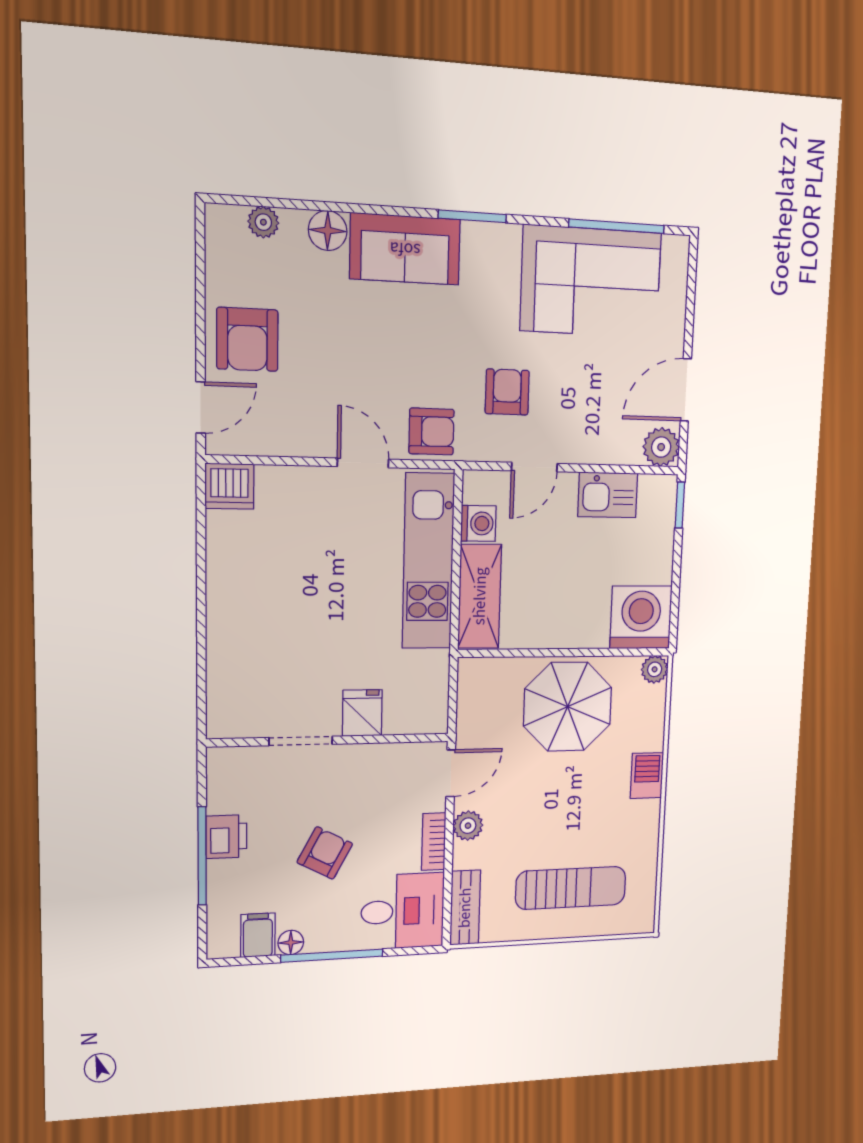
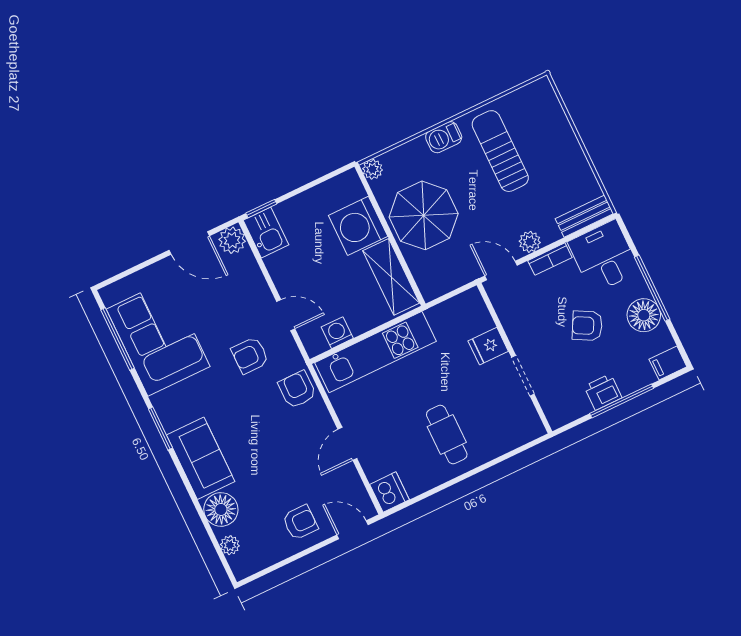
floor lamp: (328, 231) -> (221, 509), width x1.38, depth x1.38
armchair: (247, 339) -> (300, 522), width x0.72, depth x0.72
door: (363, 463) -> (347, 444), moved
kitchen sink: (608, 495) -> (266, 233), moved
shelving: (480, 596) -> (391, 277), moved, turned 90
cafe table: (271, 603) -> (447, 435), added
washing machine: (641, 617) -> (358, 226), moved
sun lounger: (571, 888) -> (500, 151), moved
filing cabinet: (258, 935) -> (668, 363), moved
floor lamp: (291, 942) -> (644, 315), width x1.89, depth x1.89

